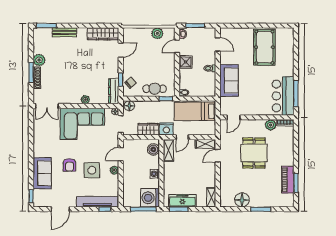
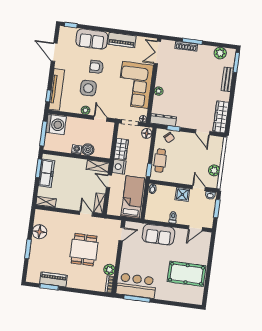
plant: (39, 60) -> (220, 53), moved
door: (233, 117) -> (122, 234), swing flipped
piano: (39, 143) -> (122, 40), added
boiler: (153, 149) -> (88, 150), moved
dining table: (254, 153) -> (84, 250), turned 90
washing machine: (150, 198) -> (56, 125), moved, turned 90

